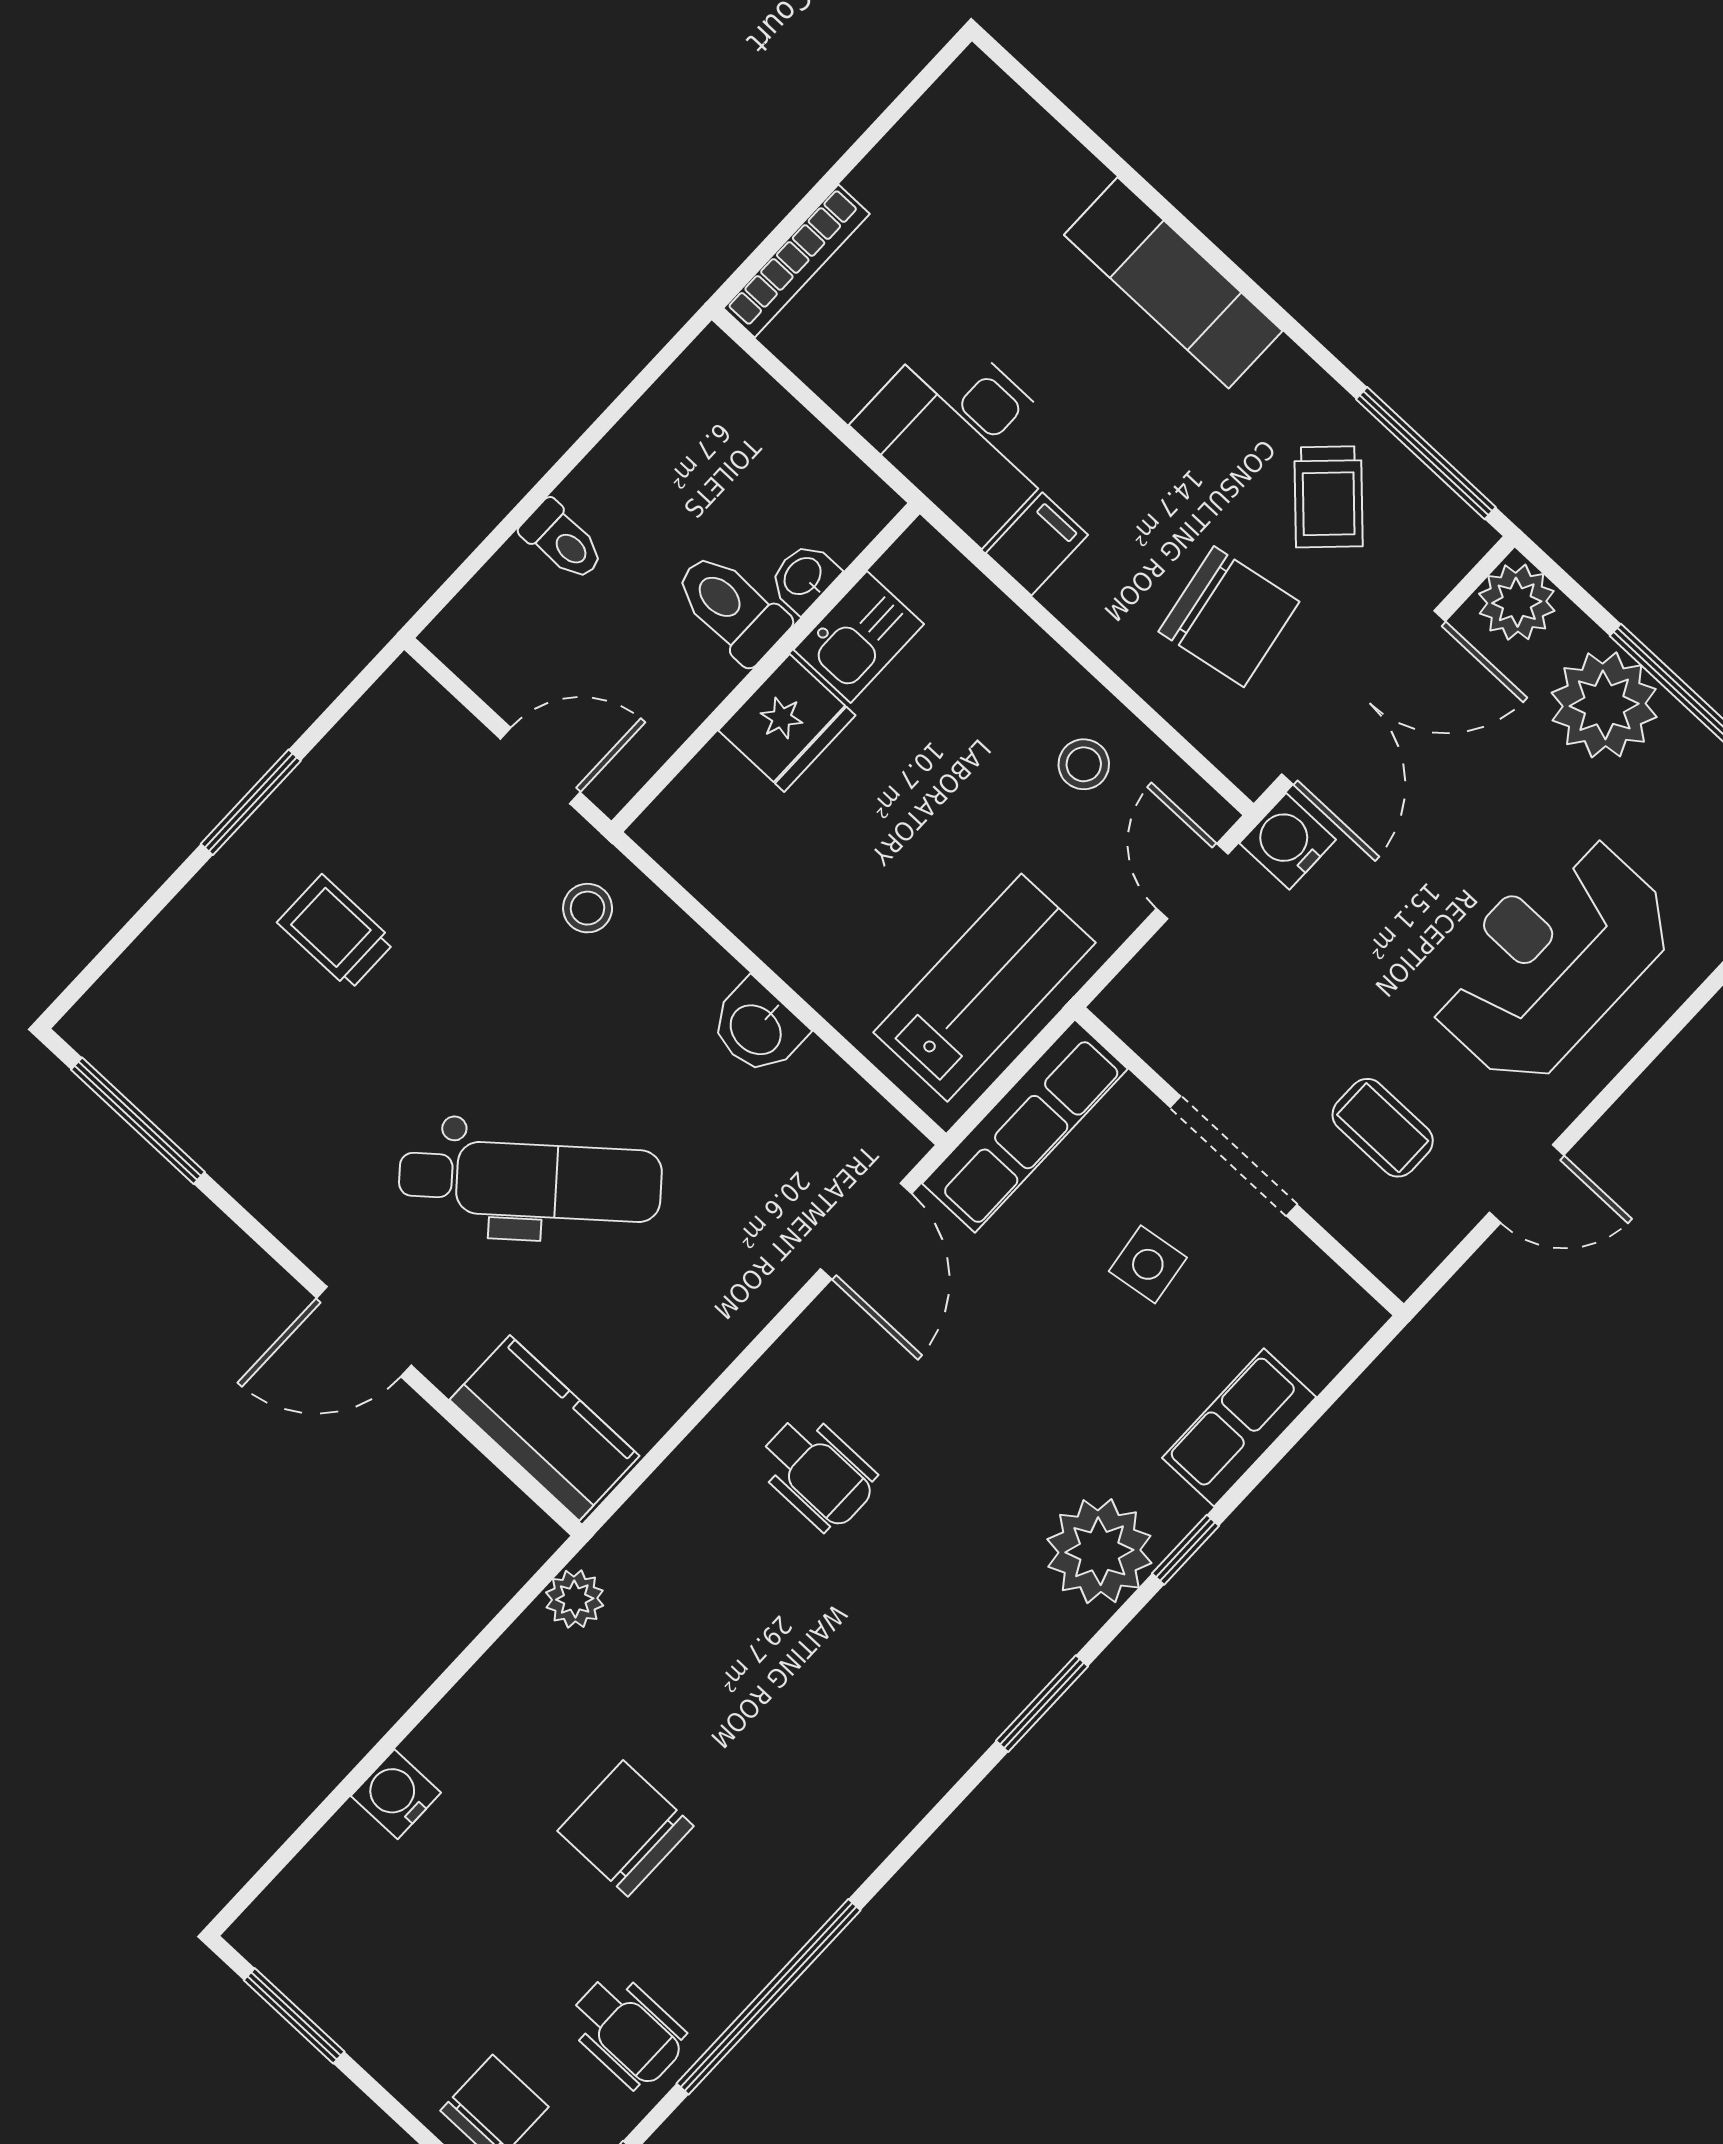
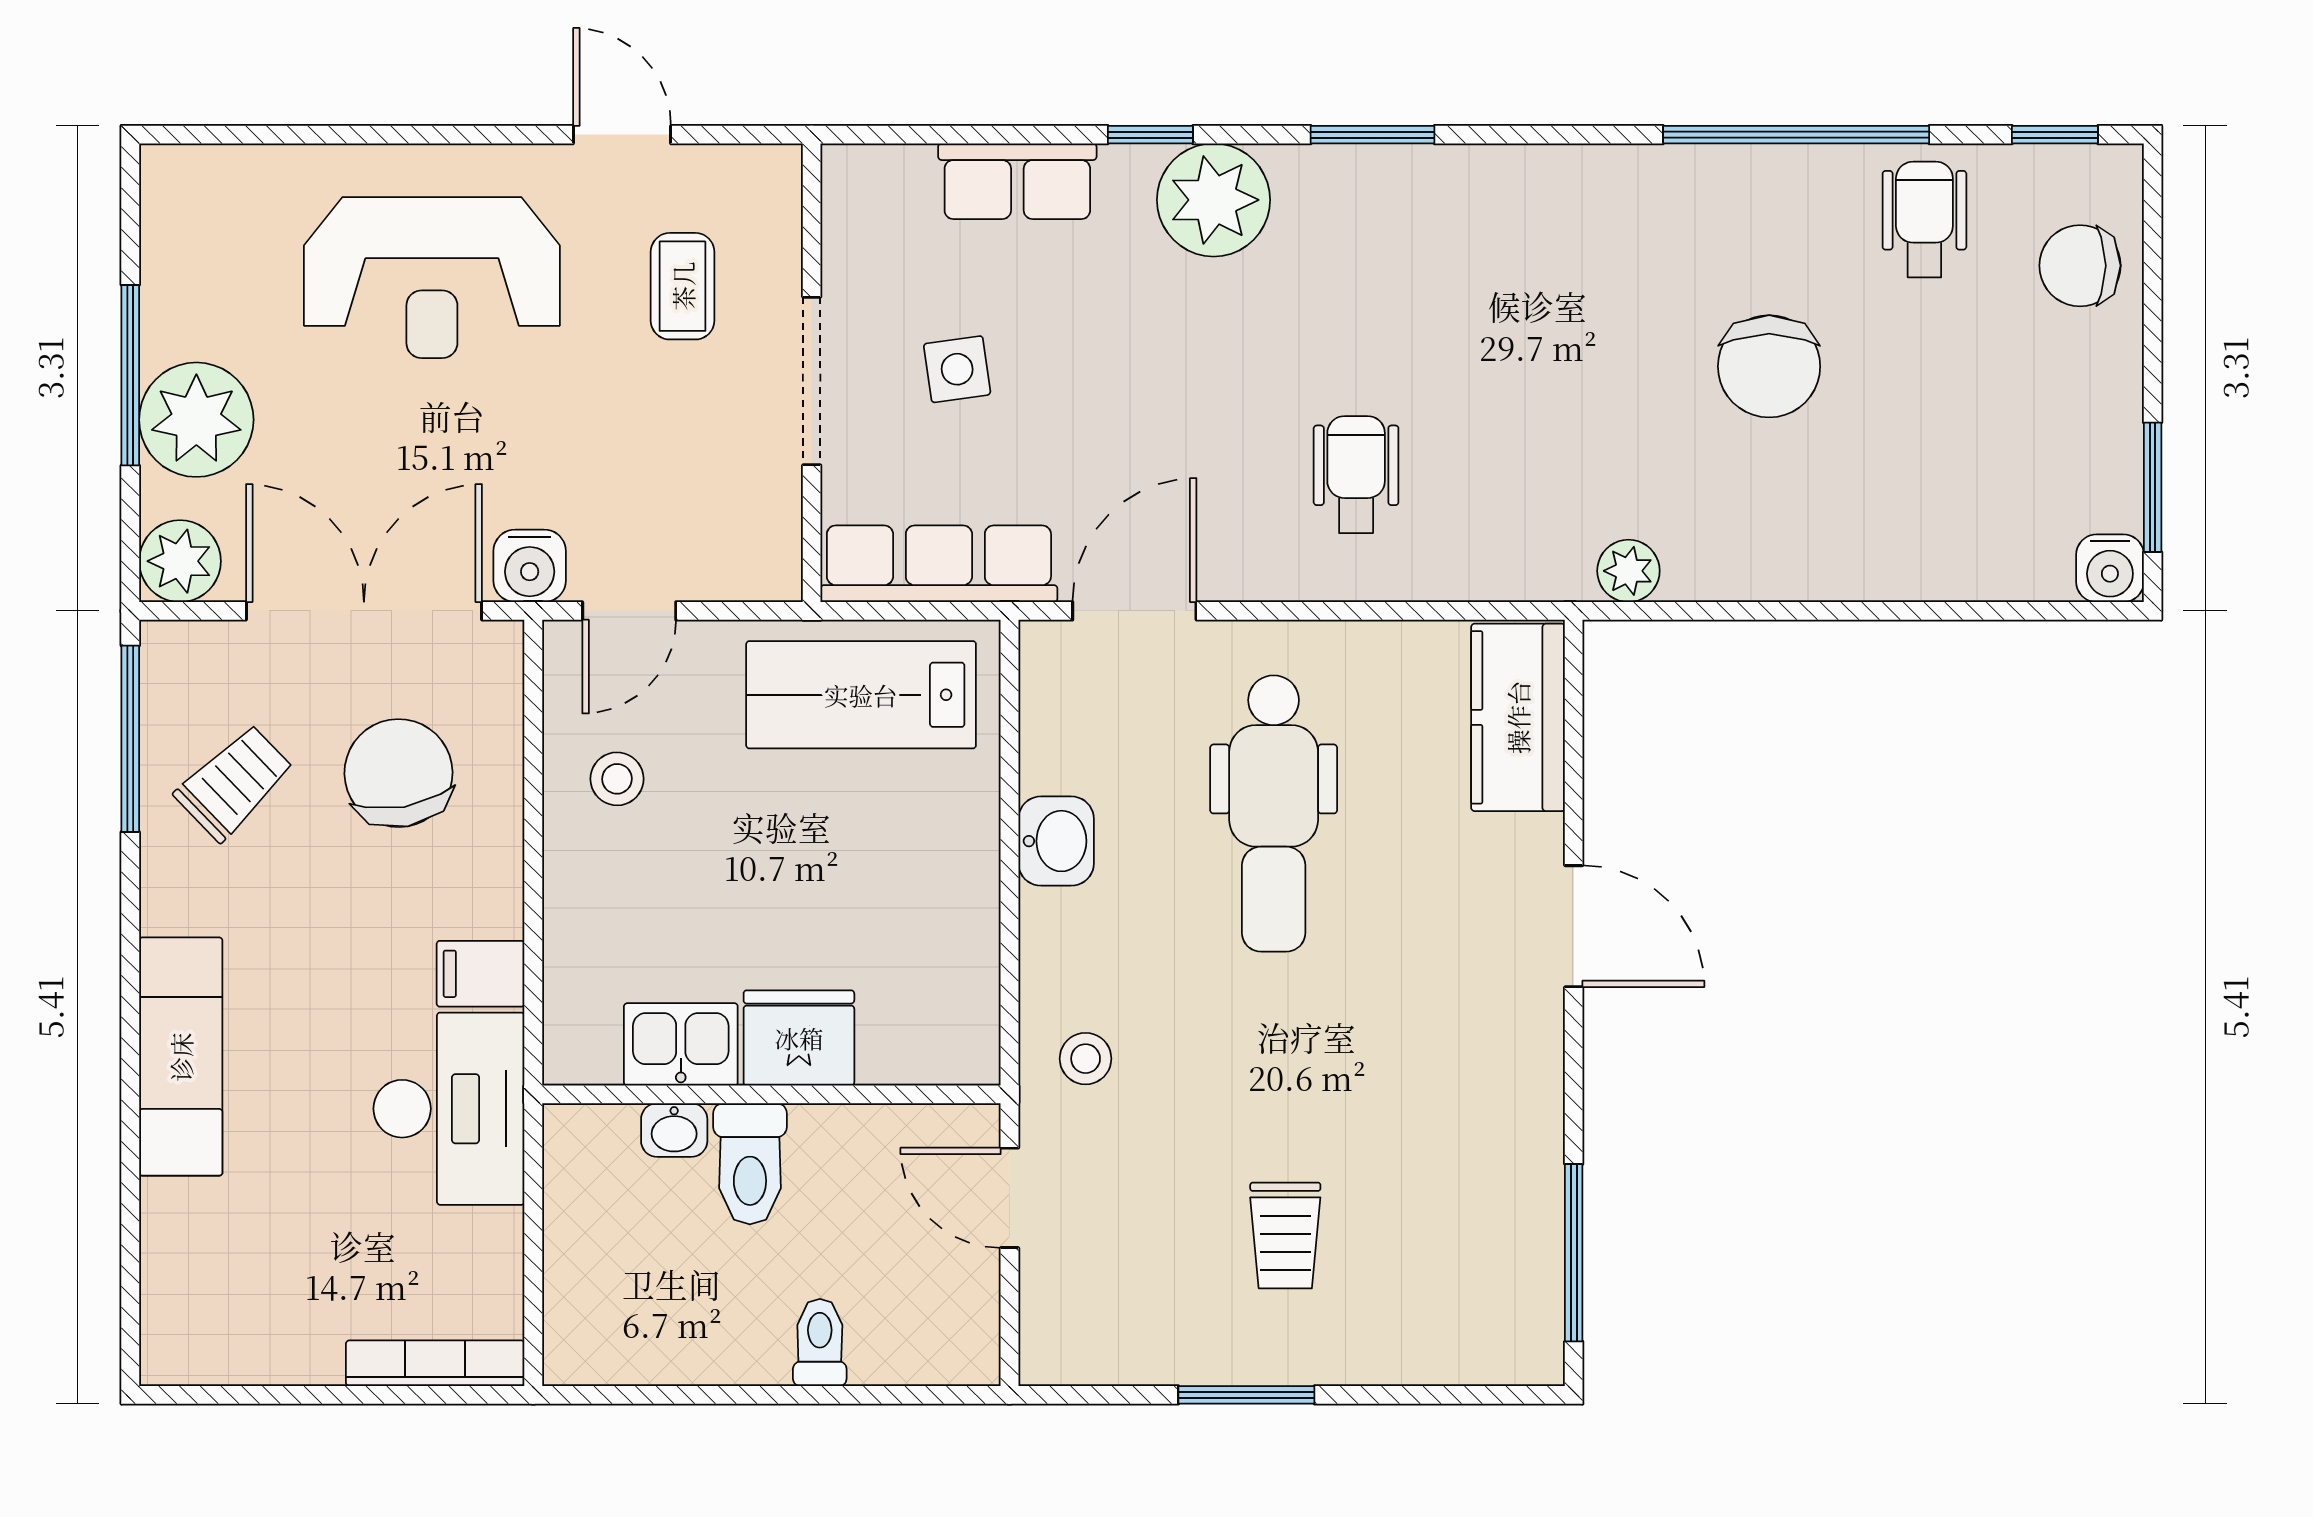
dental chair: (530, 1180) -> (1274, 813), moved, turned -140
water cooler: (396, 1794) -> (2110, 568), moved

